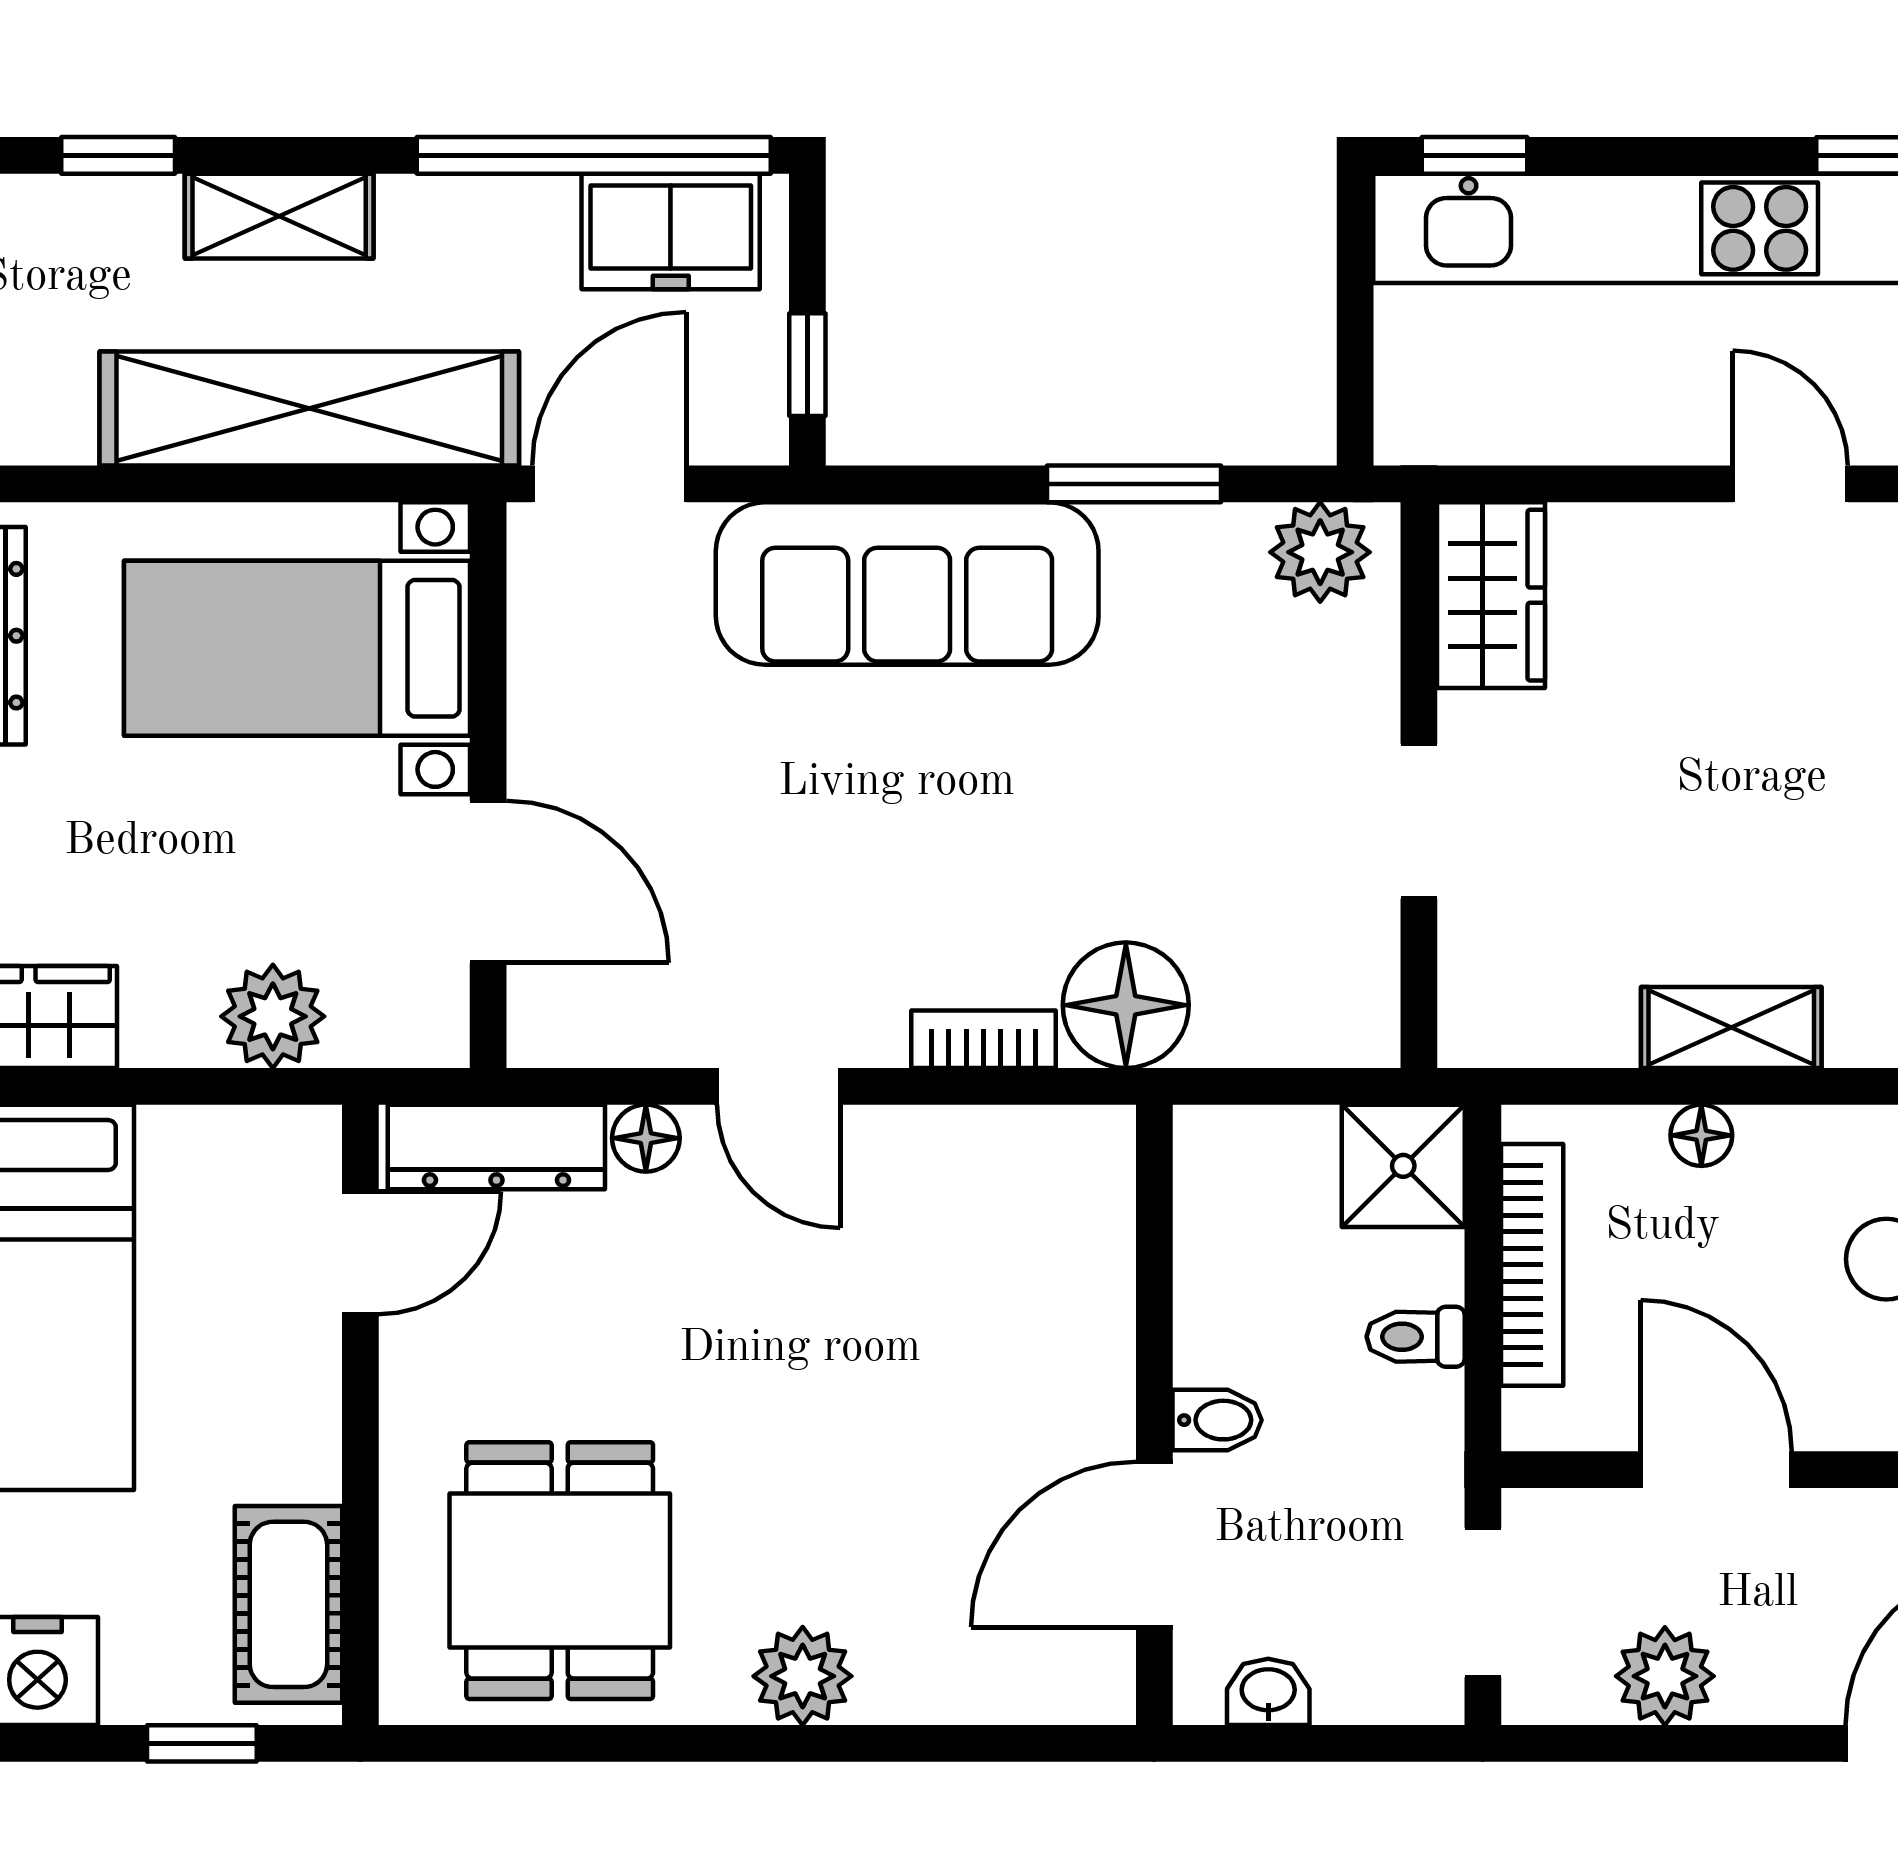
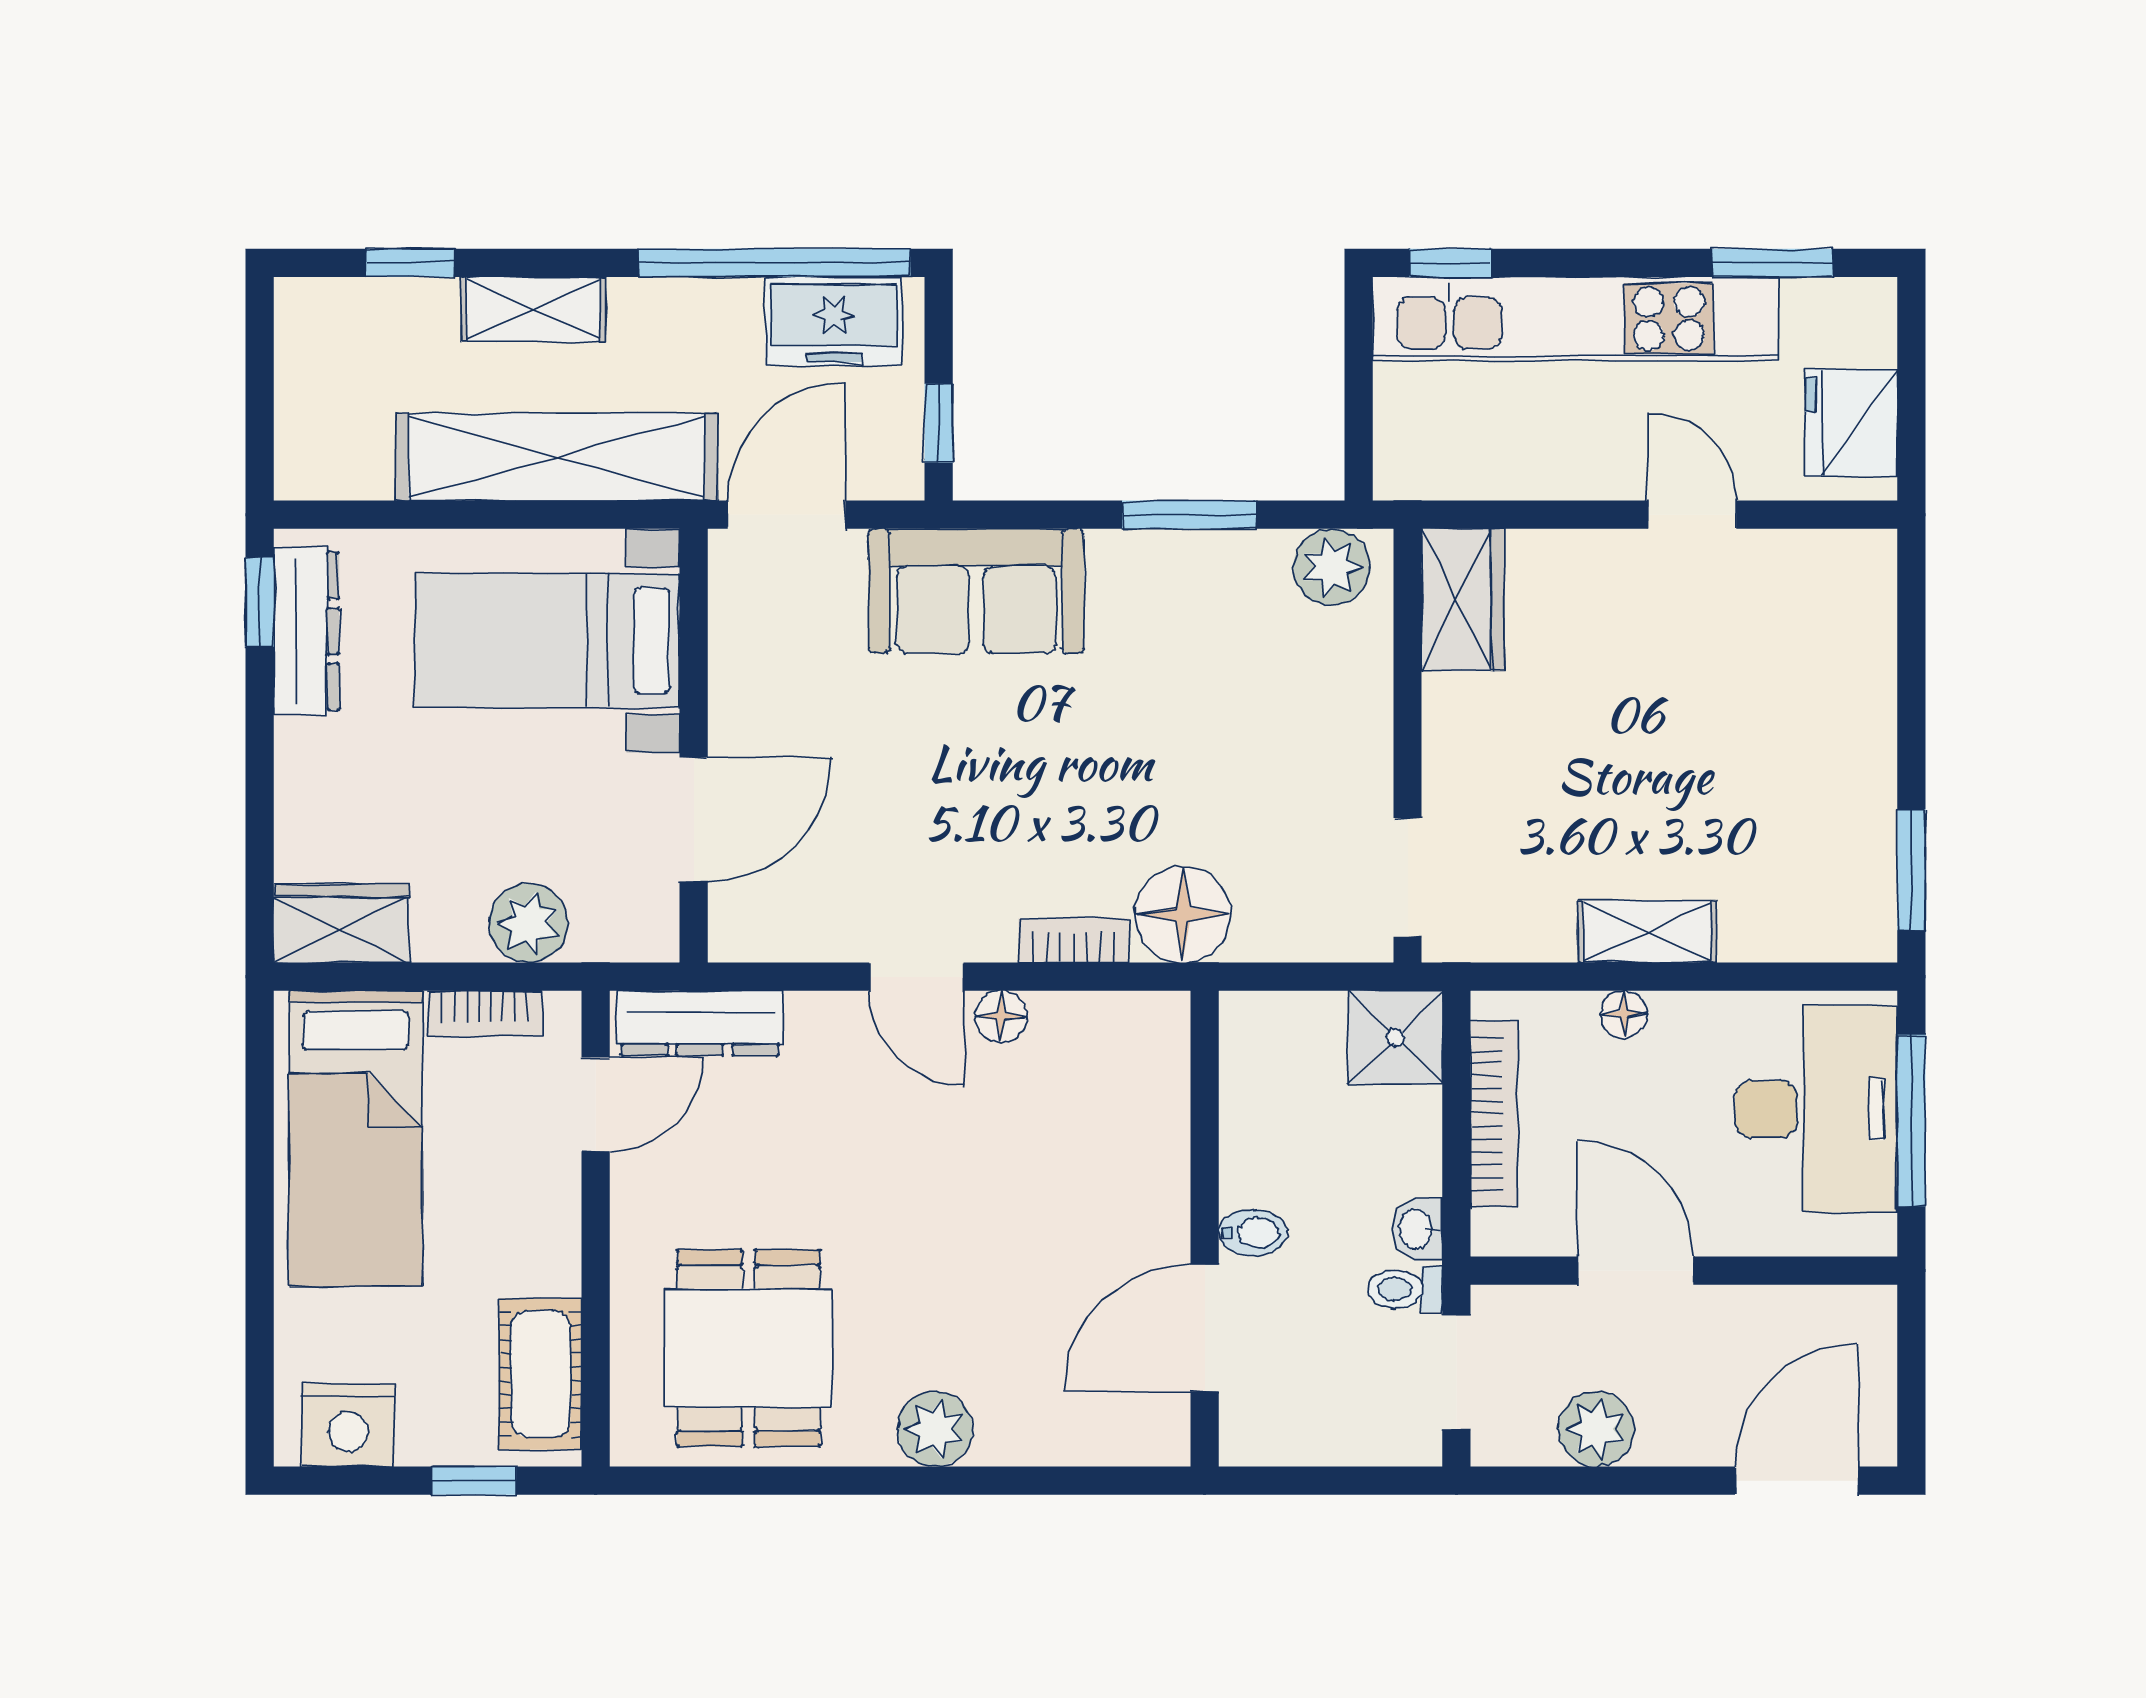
sofa: (907, 583) -> (976, 591), width x0.73
doorway: (1419, 821) -> (1408, 877), moved
door: (488, 882) -> (694, 820), hinge flipped
bookcase: (216, 1134) -> (485, 1013), added
floor lamp: (646, 1138) -> (1001, 1016), moved
toilet: (1416, 1337) -> (1405, 1289), moved
washbasin: (1268, 1692) -> (1417, 1229), moved, turned -90

